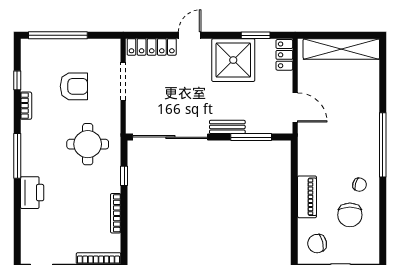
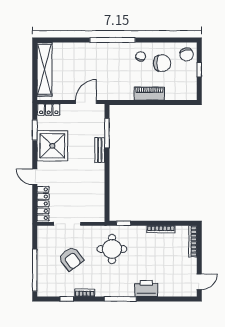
armchair: (74, 86) -> (71, 259), turned 143
sliding door: (170, 137) -> (107, 190), removed
window: (124, 176) -> (124, 223), moved
chair: (317, 244) -> (187, 54), moved

